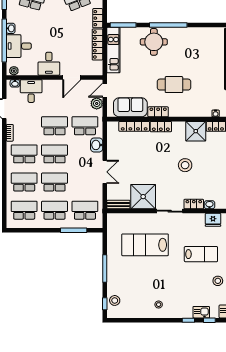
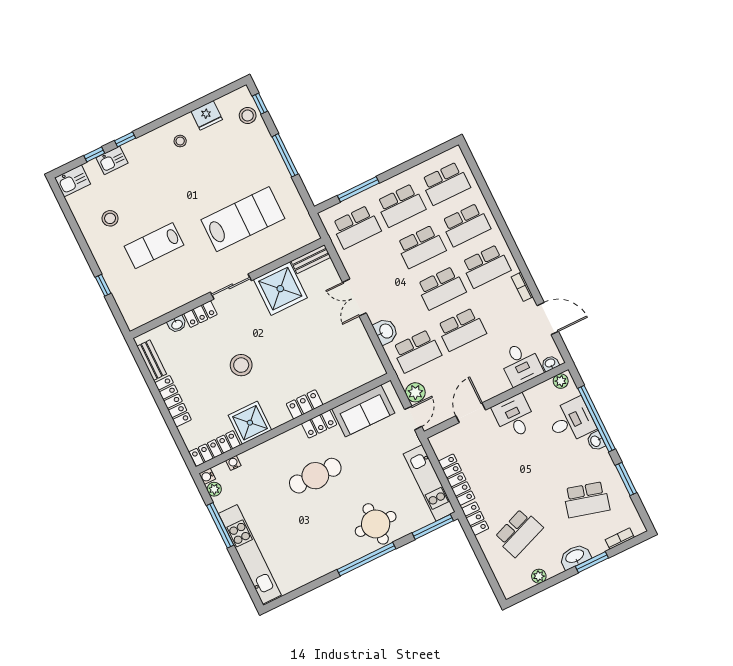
locker: (134, 126) -> (344, 386), removed
fridge: (213, 220) -> (207, 115), moved, turned 180

